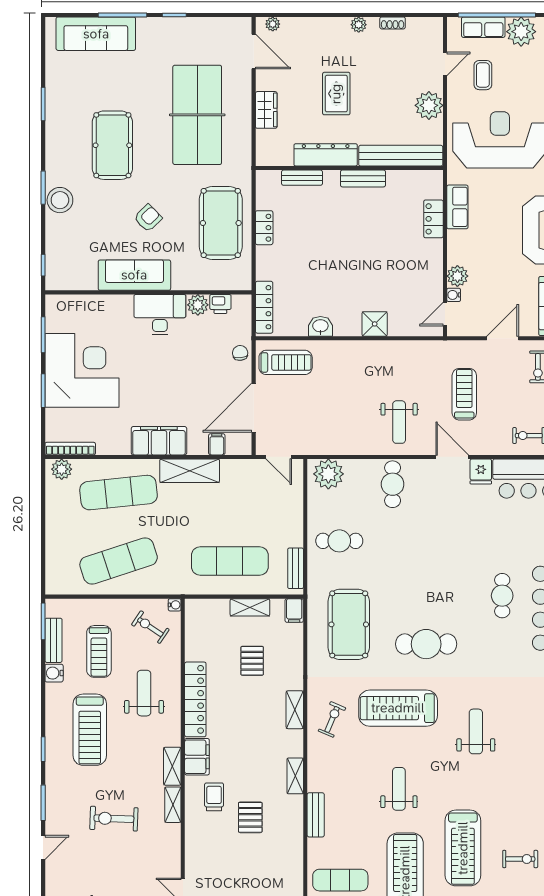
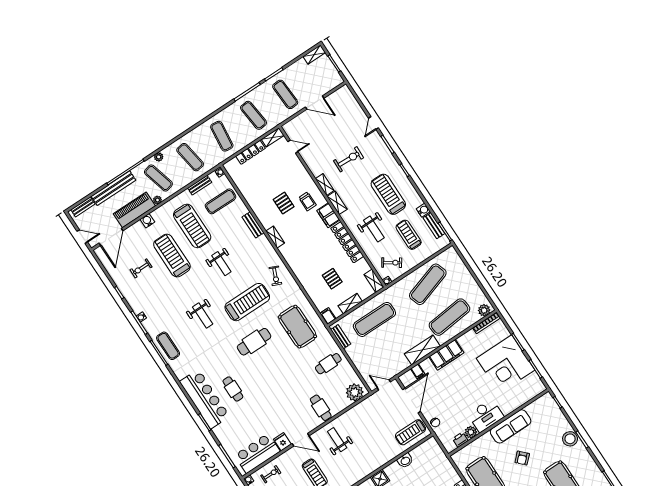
locker: (264, 307) -> (438, 452), removed
shelving: (295, 710) -> (374, 281), moved

